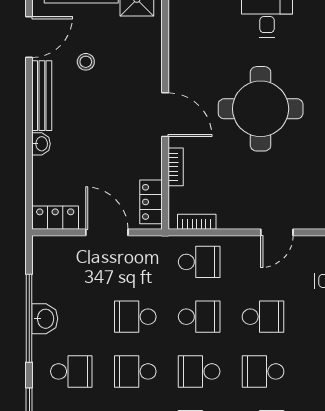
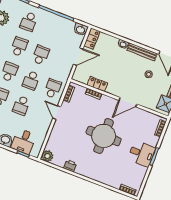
door: (165, 115) -> (128, 102), moved
locker: (151, 202) -> (97, 84), moved
door: (277, 232) -> (57, 113), moved
school desk: (199, 262) -> (53, 89), turned 180
washbasin: (45, 319) -> (81, 29), moved

